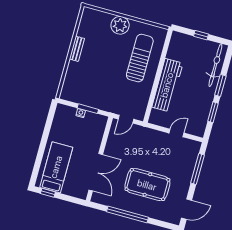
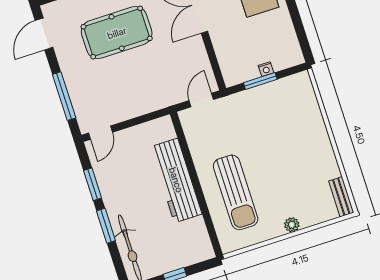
plant: (120, 25) -> (292, 225), width x0.53, depth x0.53
bench: (77, 49) -> (341, 197), moved
door: (177, 133) -> (100, 133), moved

